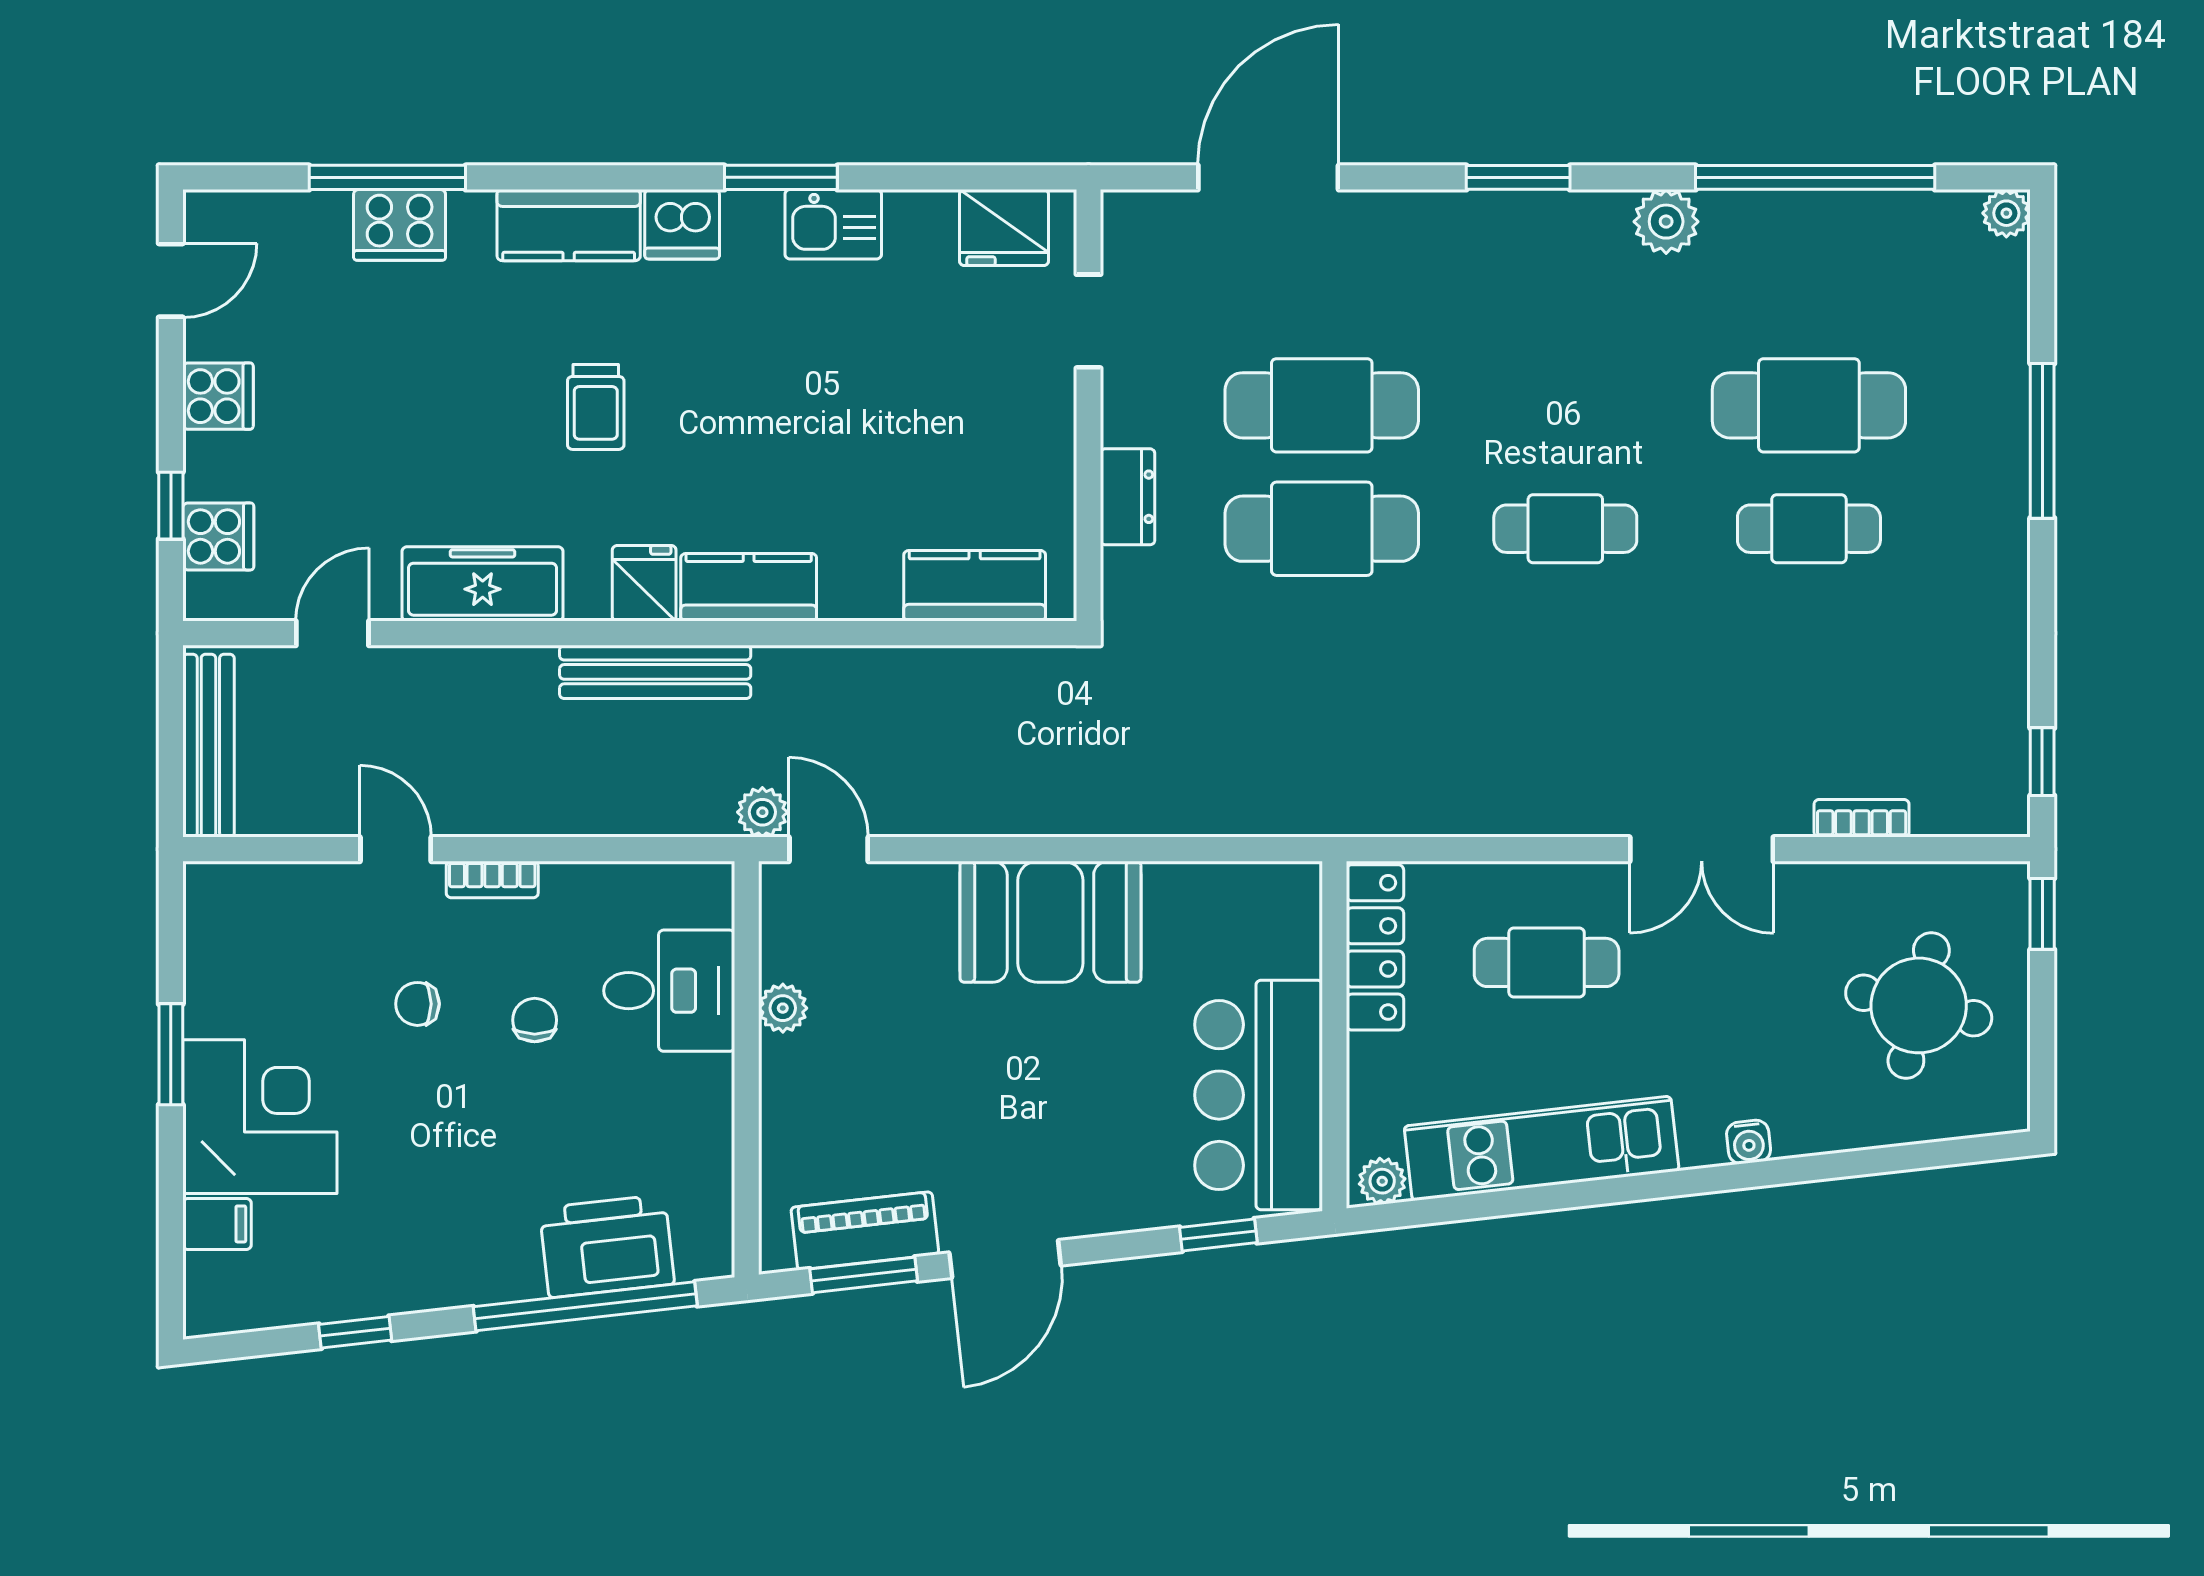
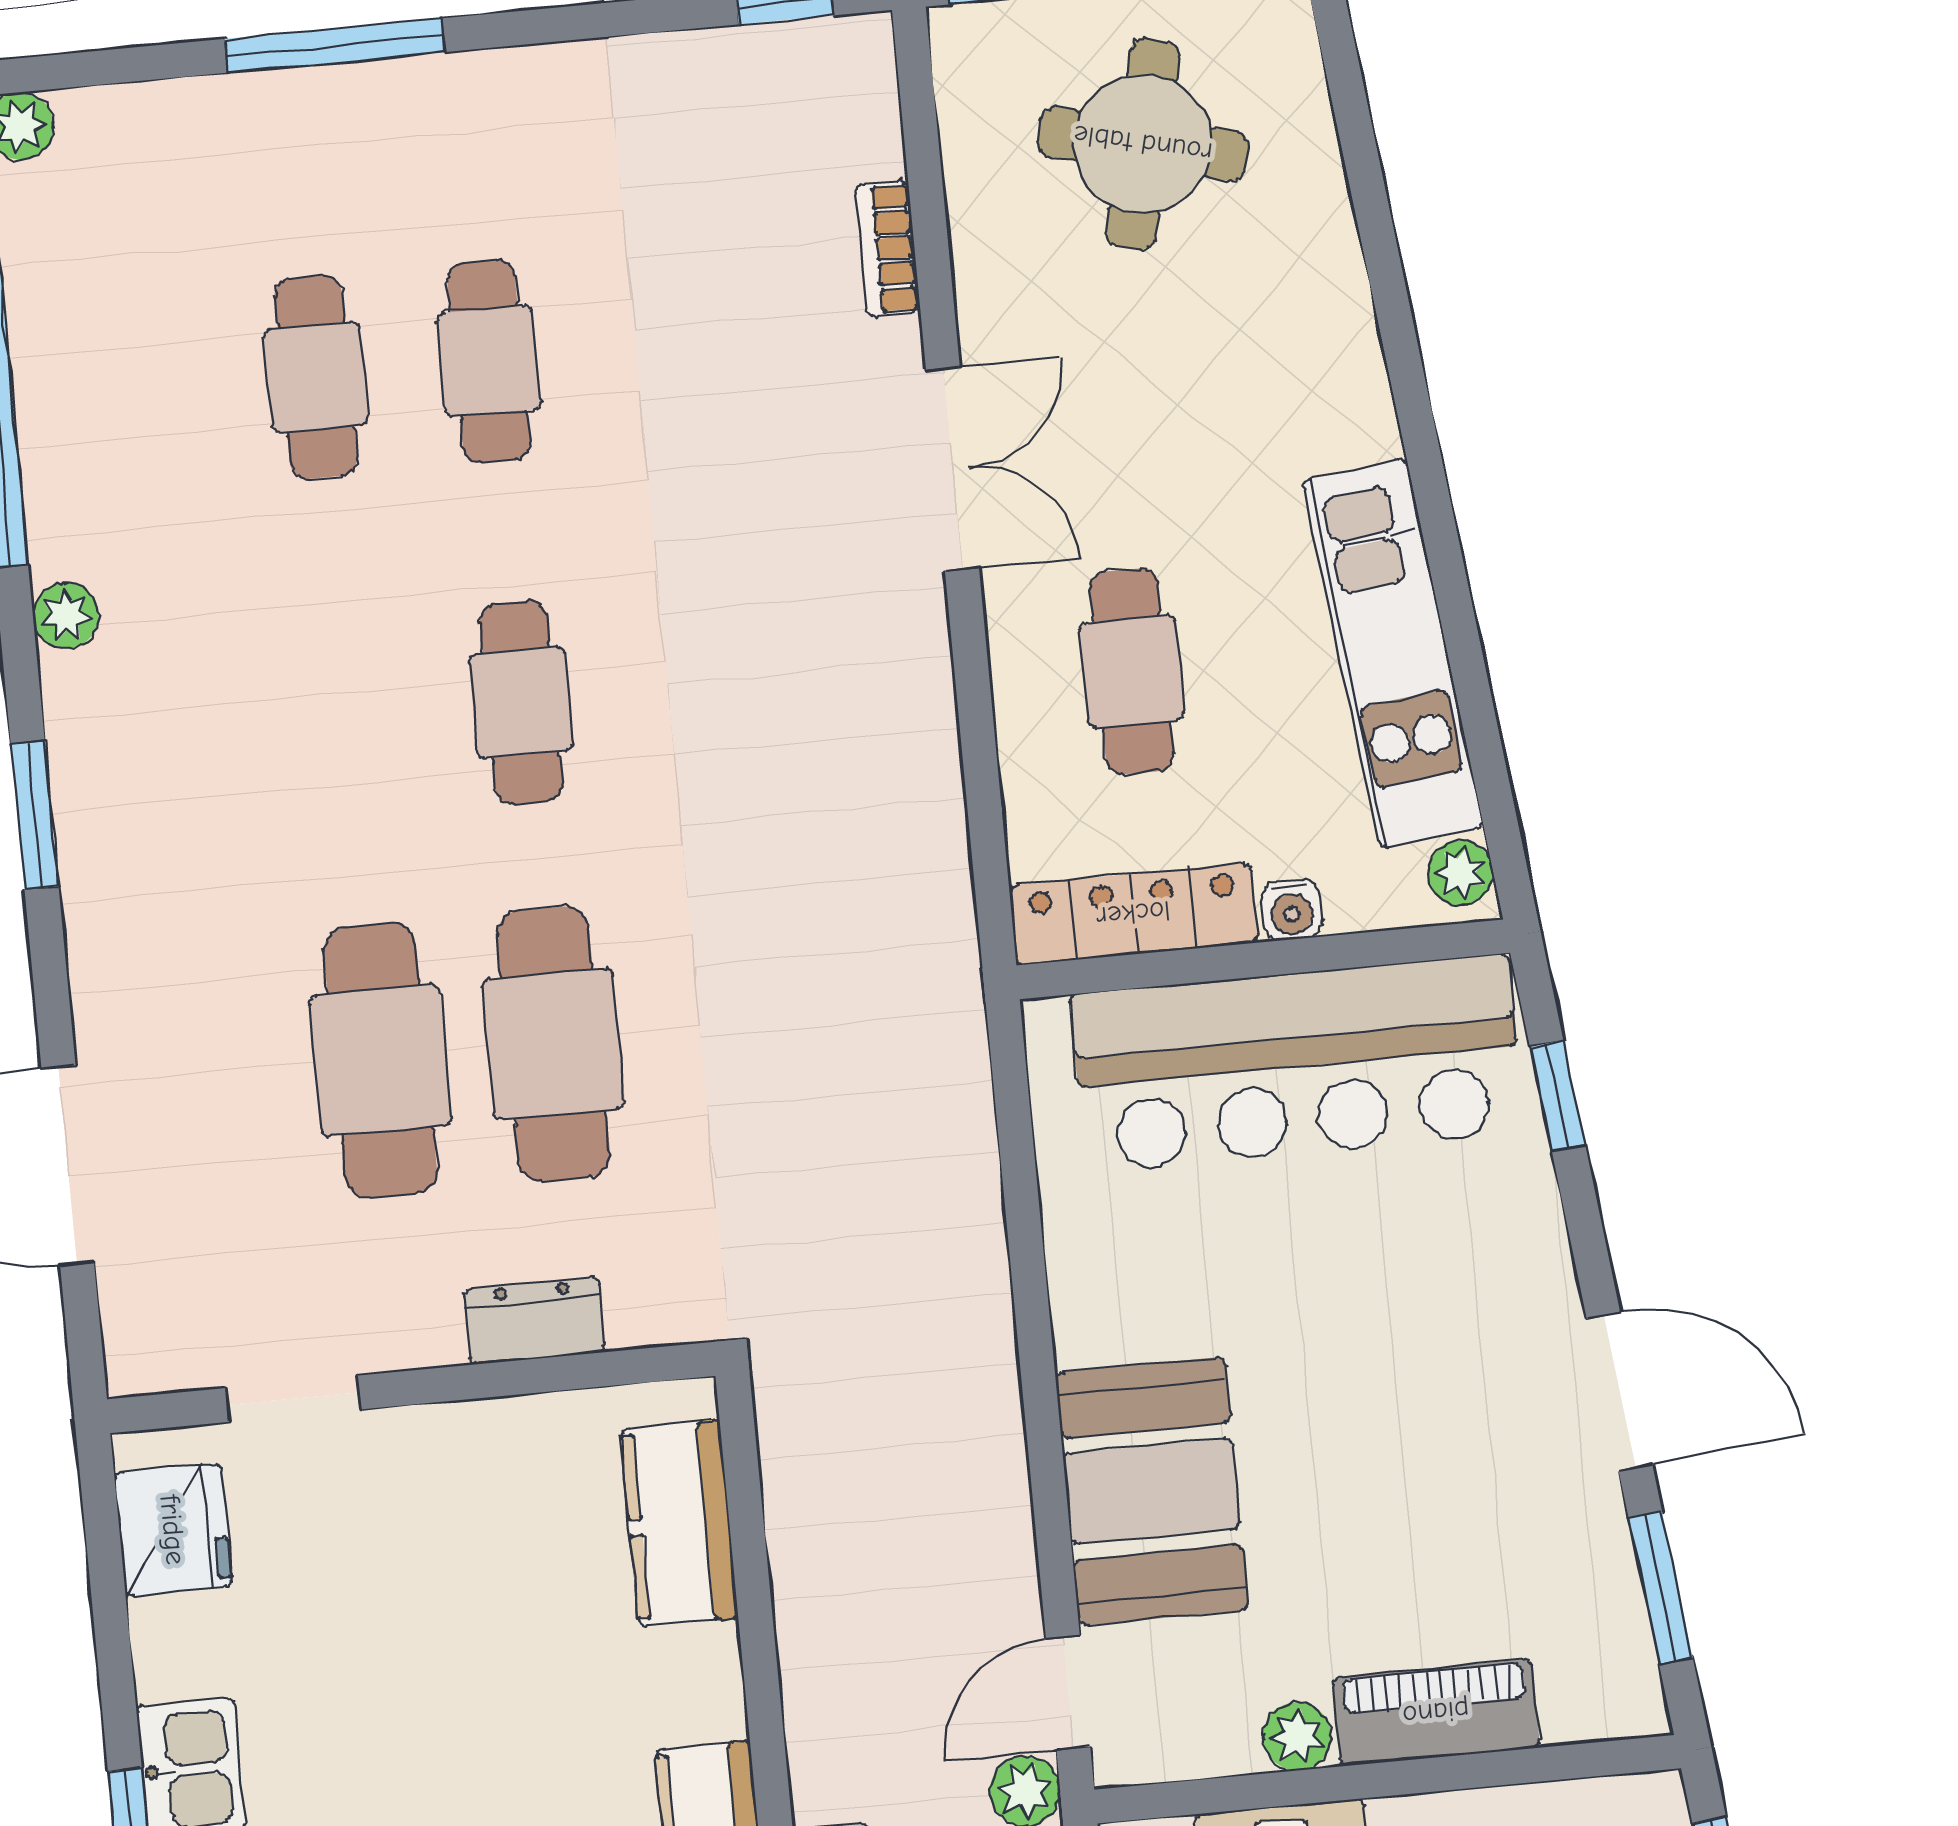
plant: (1666, 222) -> (66, 615), width x0.73, depth x0.73
cafe table: (1809, 405) -> (316, 377), width x0.73, depth x0.74
booth: (1050, 922) -> (1152, 1491), moved
bar counter: (1259, 1095) -> (1297, 1063), width x1.36
water cooler: (1749, 1142) -> (1292, 910), moved, turned 96
piano: (865, 1231) -> (1436, 1713), moved, turned 96

